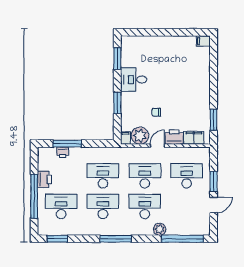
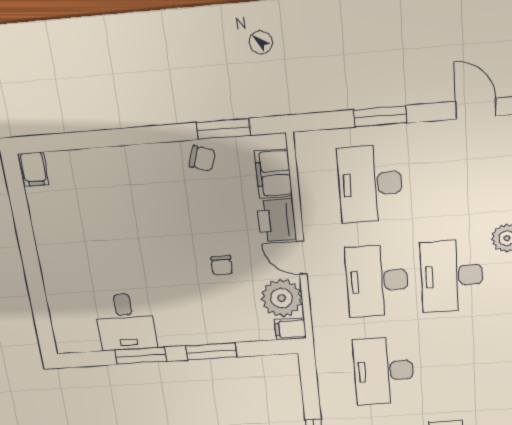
window: (117, 58) -> (141, 356), moved
desk: (134, 80) -> (125, 322), moved
chair: (202, 110) -> (202, 159), added
door: (214, 205) -> (476, 109), moved
desk: (103, 206) -> (455, 367), removed

